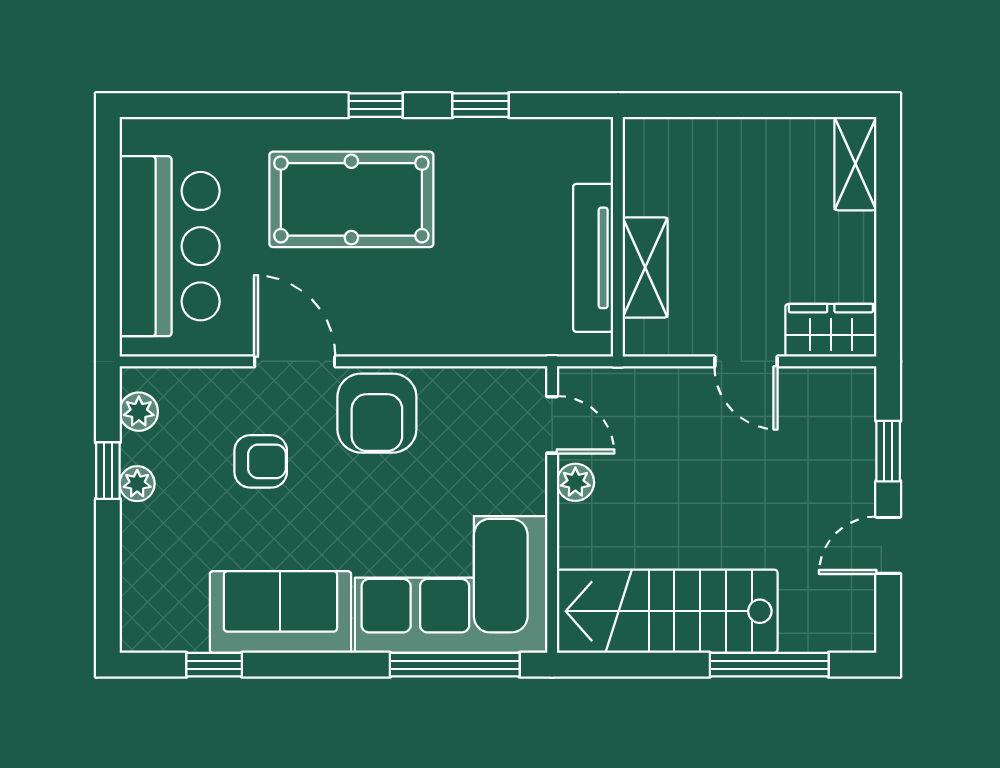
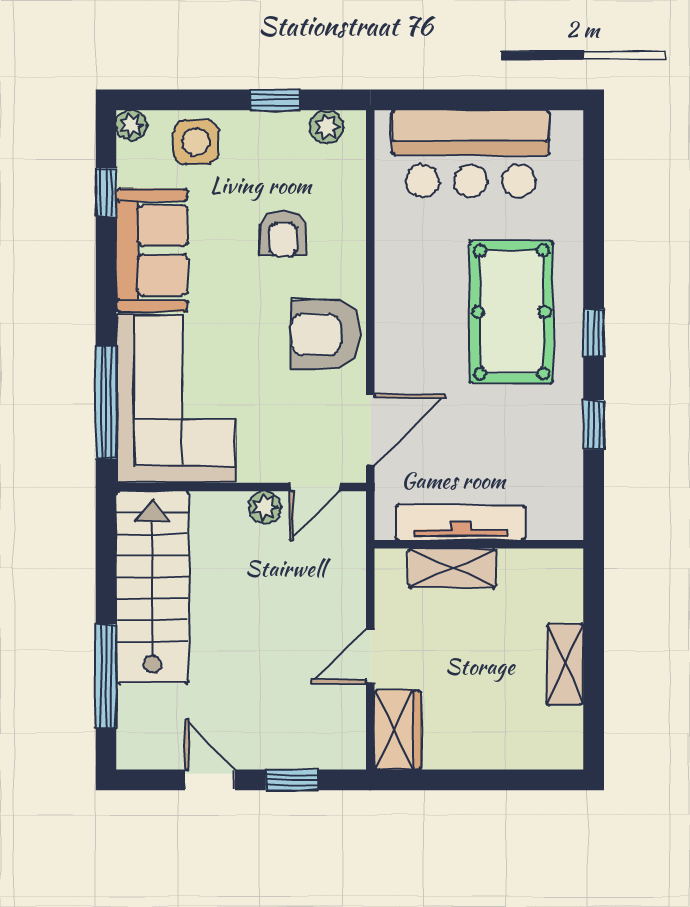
shelving: (855, 164) -> (565, 664), moved, turned 90
door: (295, 361) -> (370, 430), moved
plant: (137, 484) -> (132, 125), moved
side table: (156, 561) -> (196, 142), added

